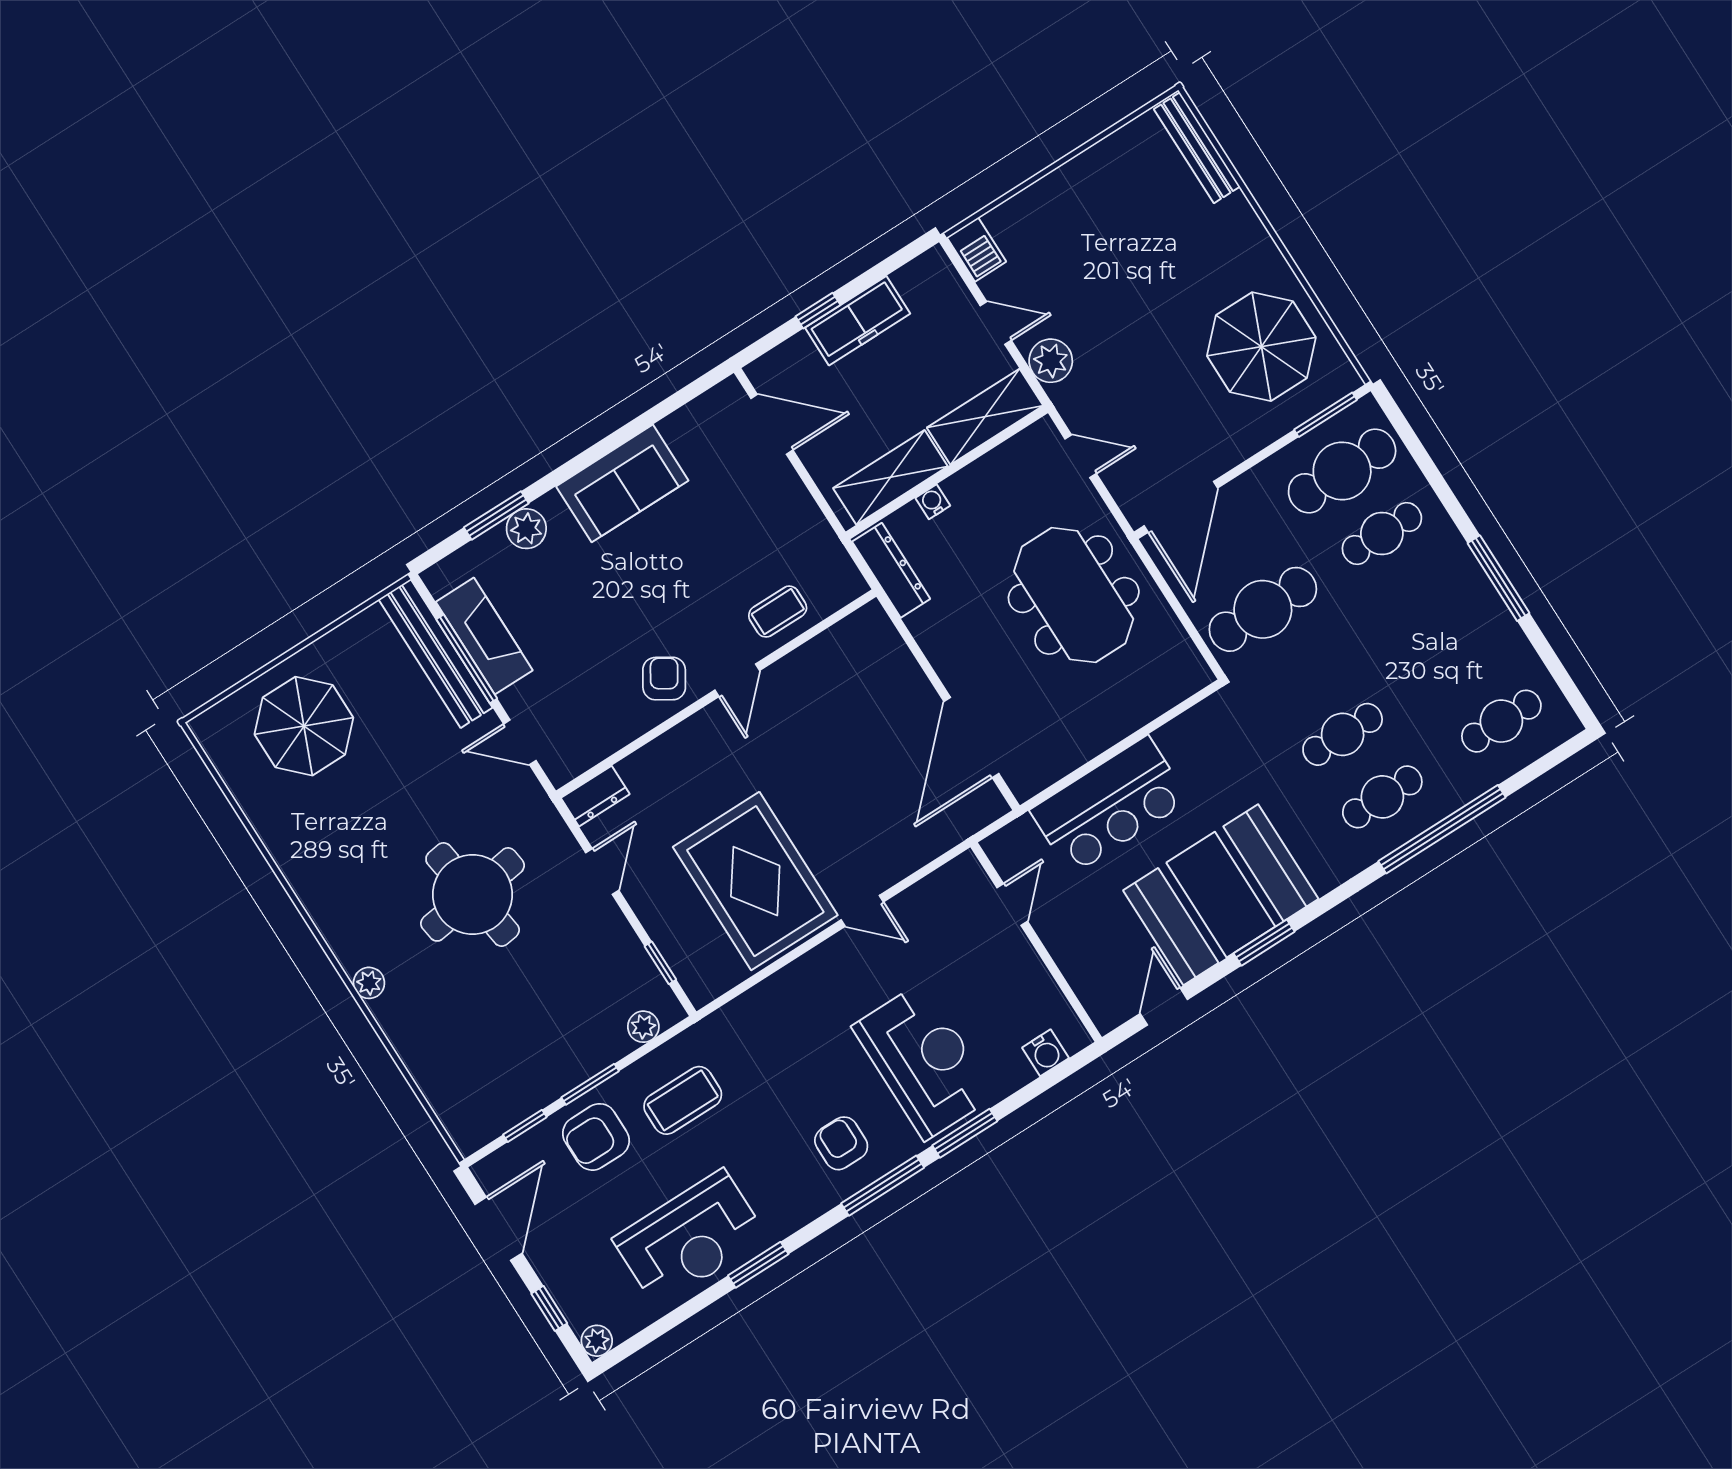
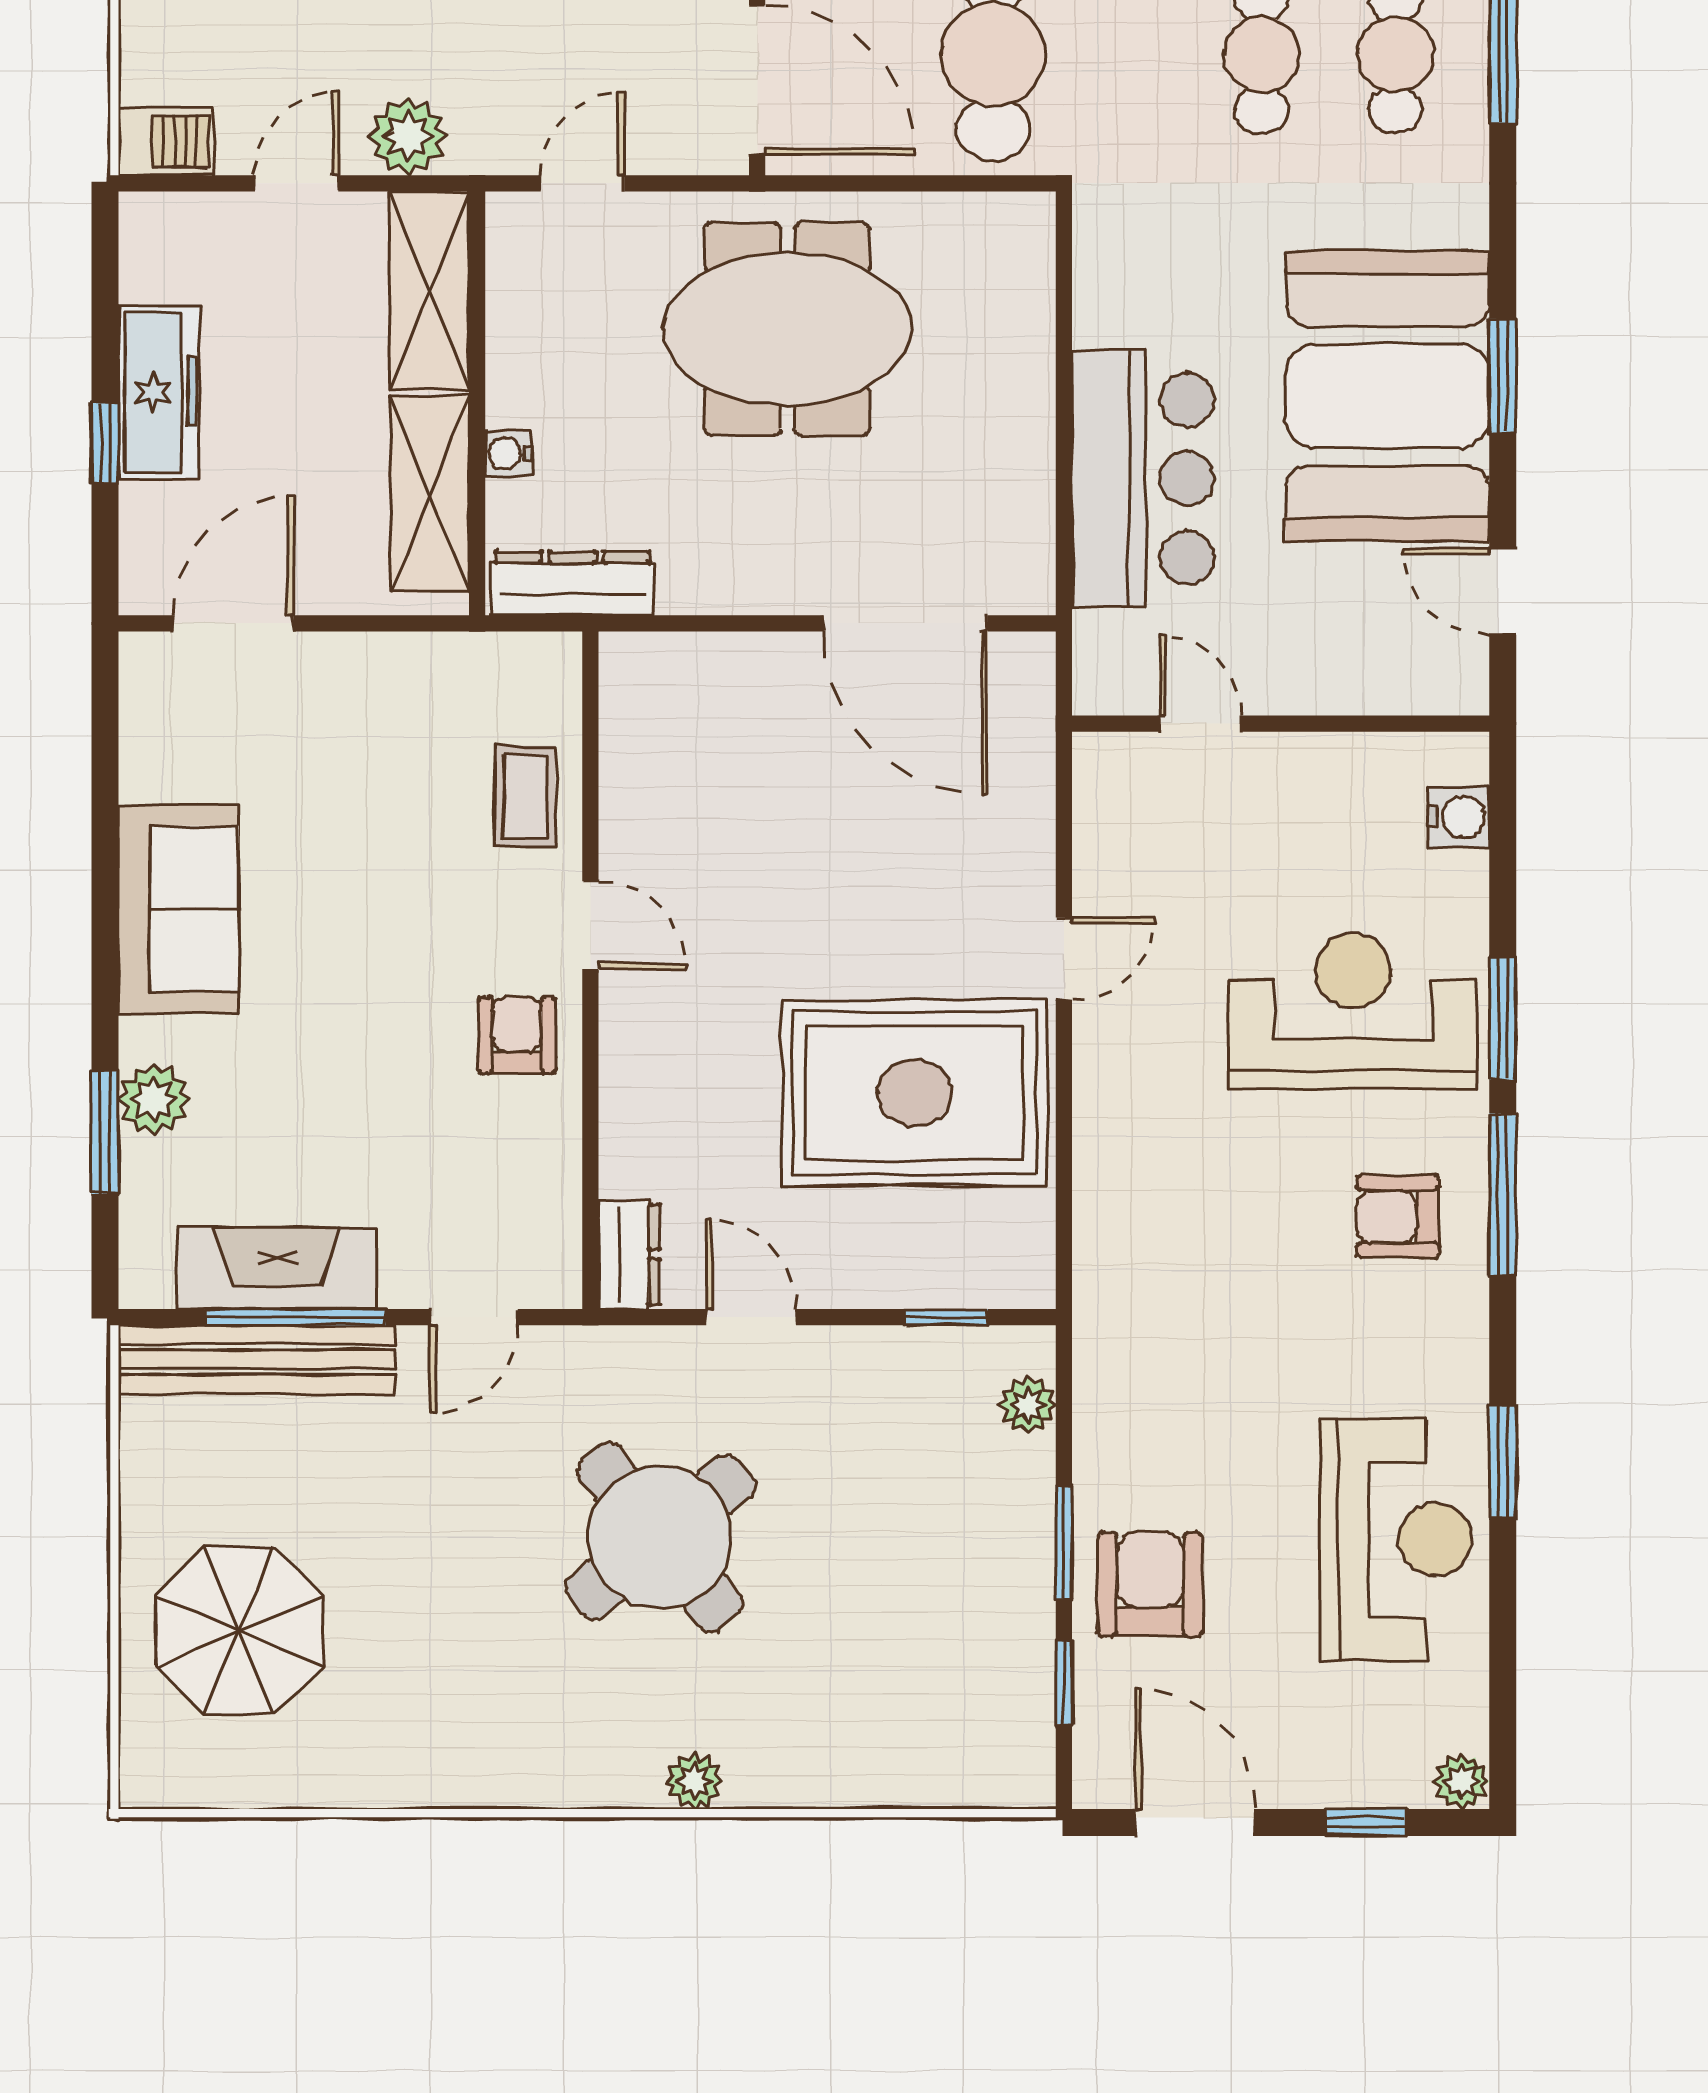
armchair: (664, 679) -> (517, 1035), turned 58
round table: (473, 894) -> (660, 1537), turned -31
coffee table: (683, 1100) -> (1179, 1417), removed
armchair: (596, 1137) -> (1150, 1585), turned 180

